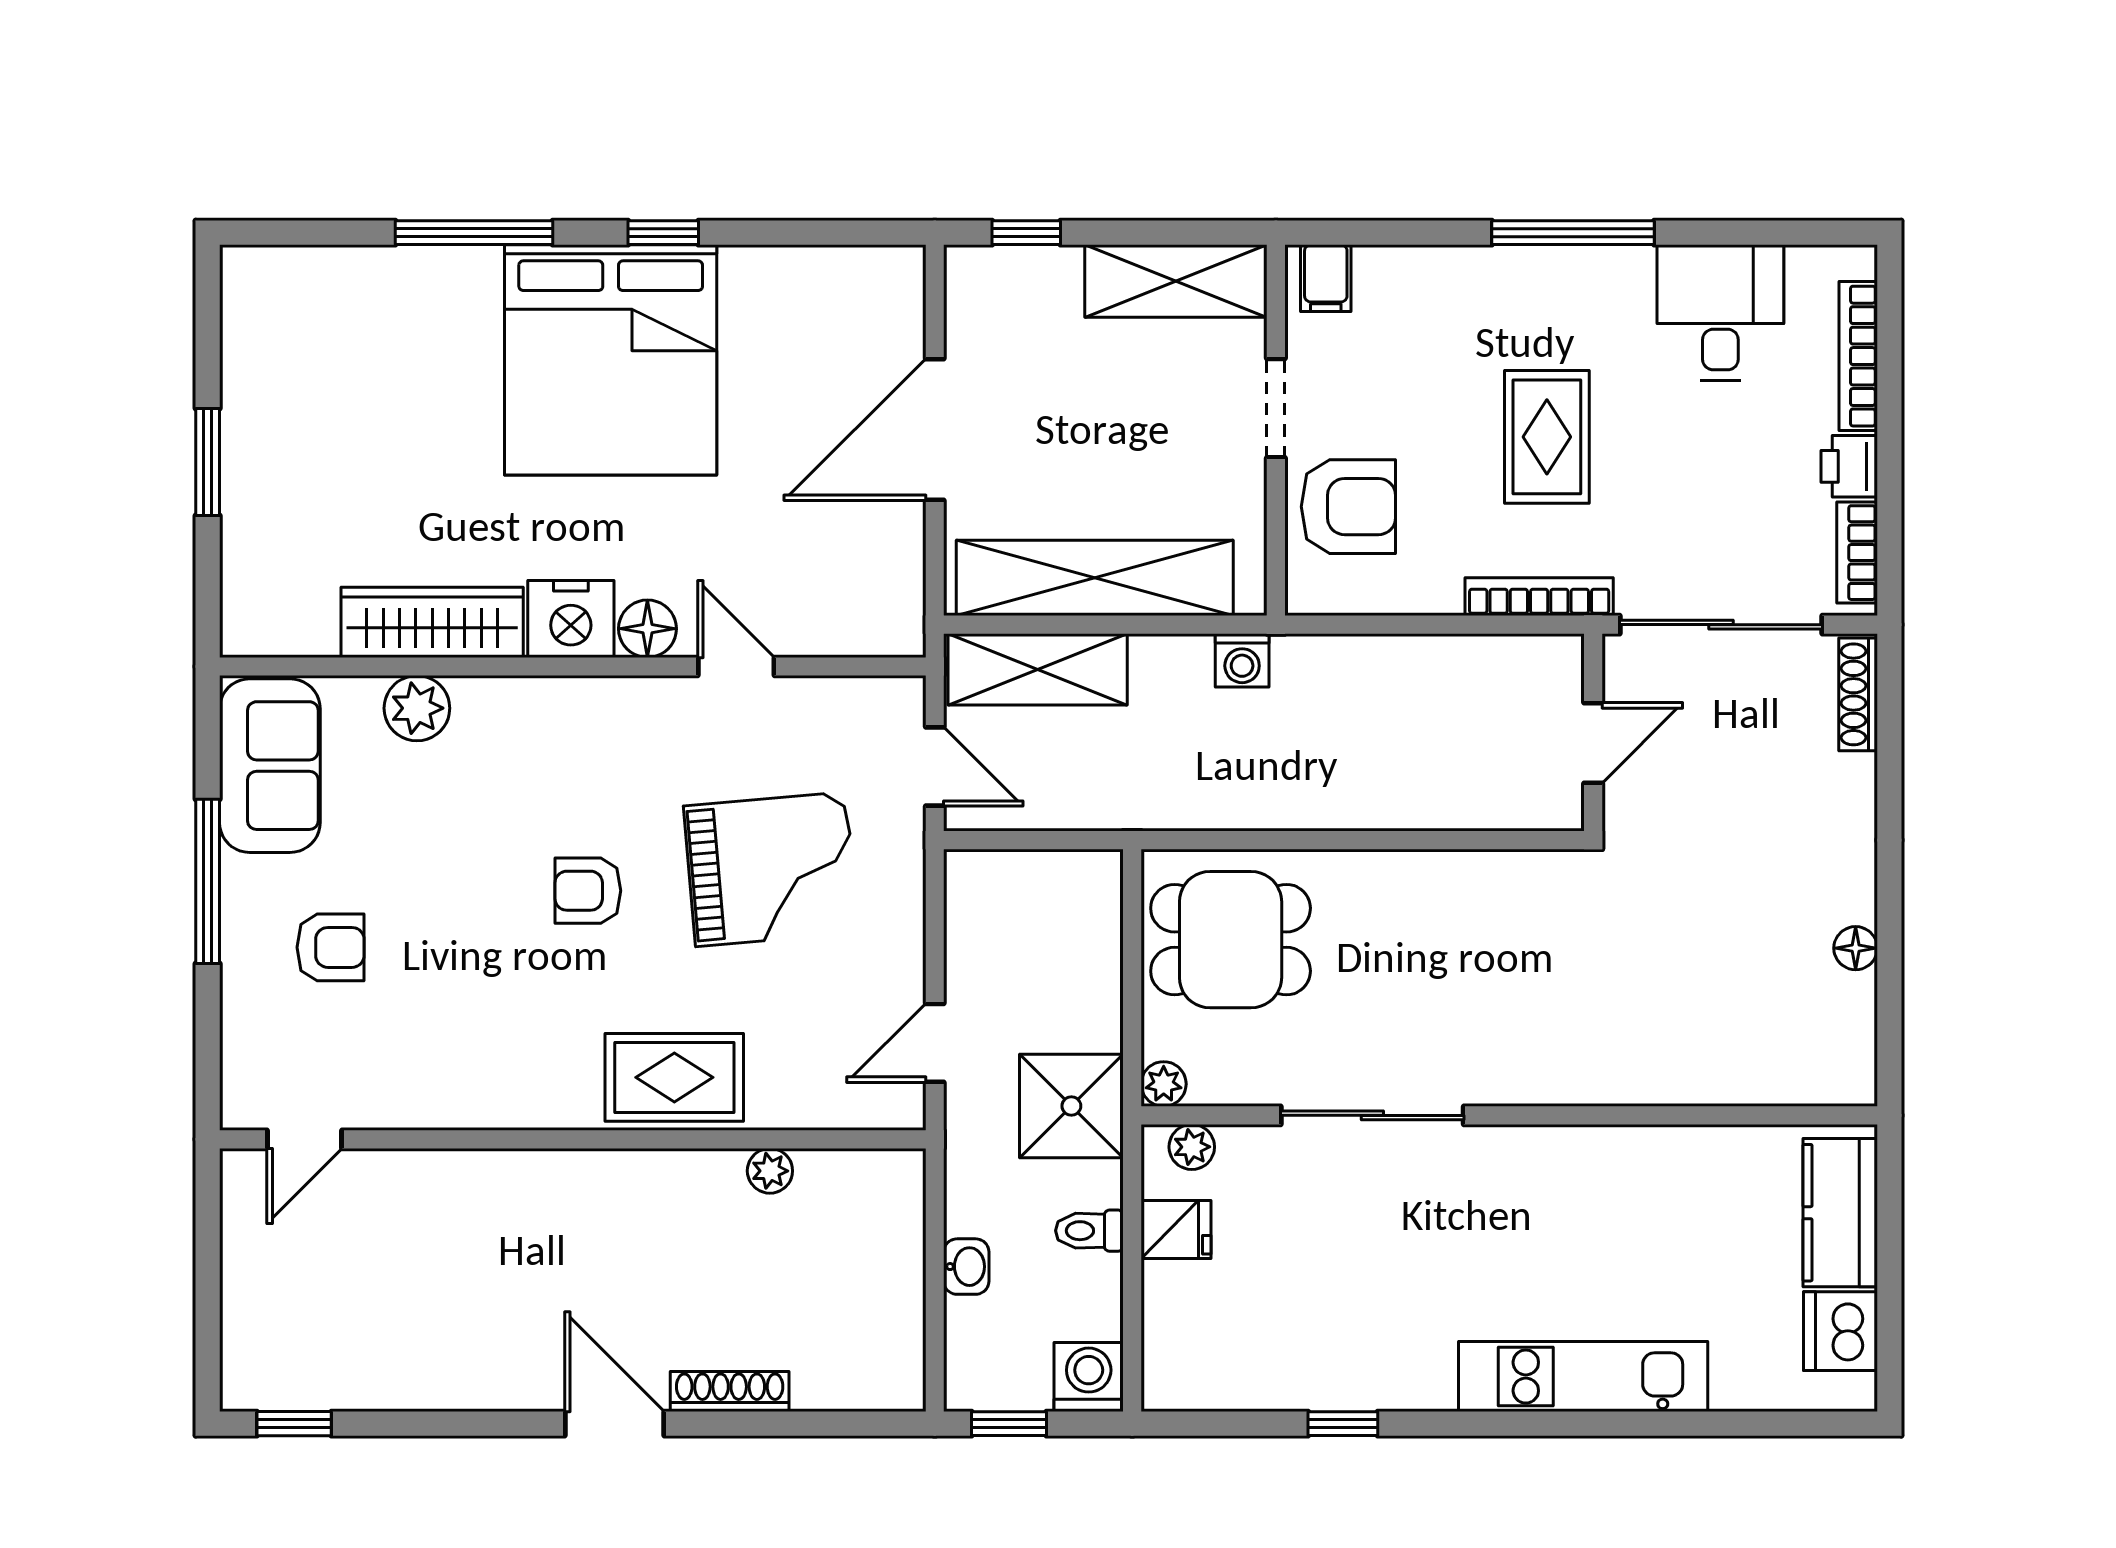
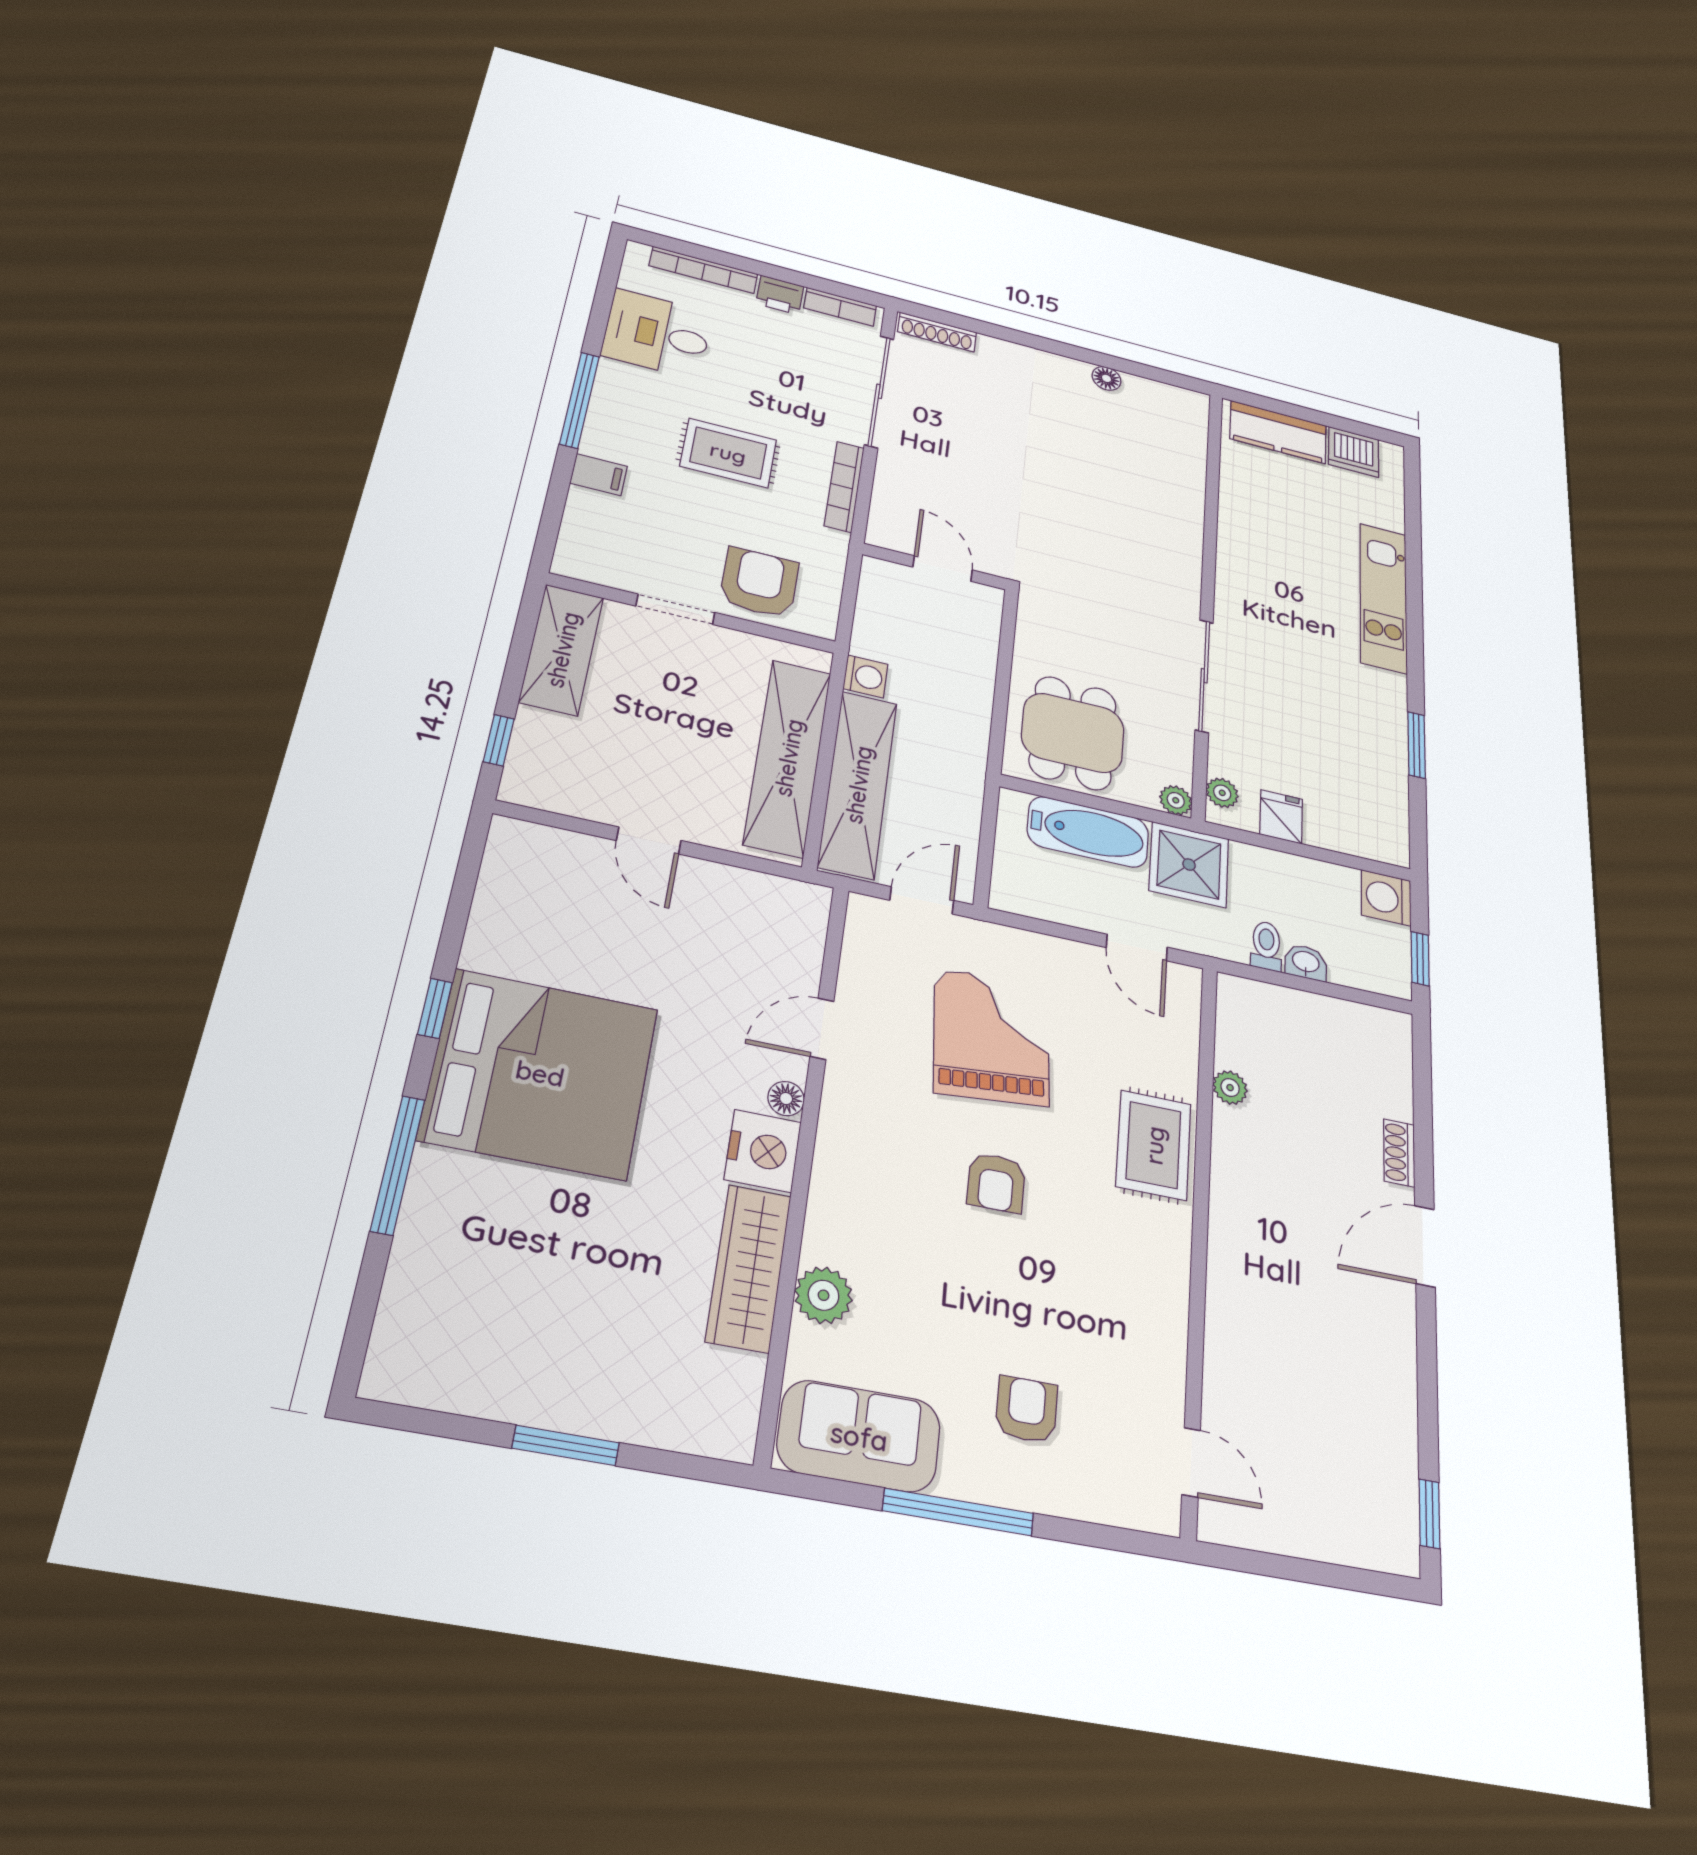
filing cabinet: (1326, 278) -> (599, 475), moved
door: (935, 430) -> (649, 841), width x0.53
floor lamp: (647, 629) -> (786, 1099), width x0.73, depth x0.73
shelving: (1038, 669) -> (858, 784), width x1.47
wall: (1593, 732) -> (935, 567), moved
door: (1593, 743) -> (943, 568), moved
bathtub: (1086, 970) -> (1088, 832), added
toilet: (1089, 1231) -> (1266, 946), moved, turned 180
shoe rack: (730, 1391) -> (1399, 1153), width x0.70
window: (1343, 1424) -> (1417, 745), width x1.50

